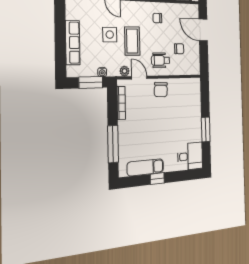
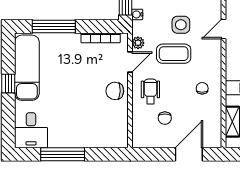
window: (206, 129) -> (63, 154), width x1.44
exam couch: (145, 167) -> (27, 68), width x1.36, depth x1.45

